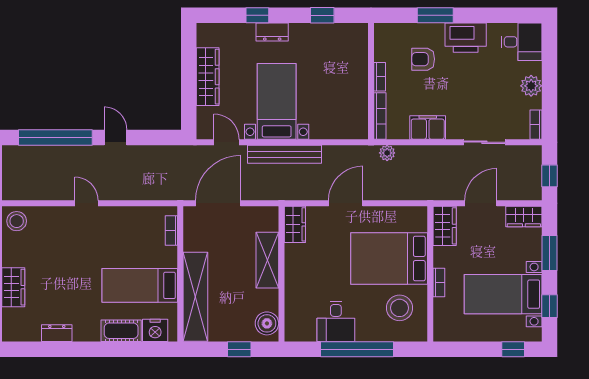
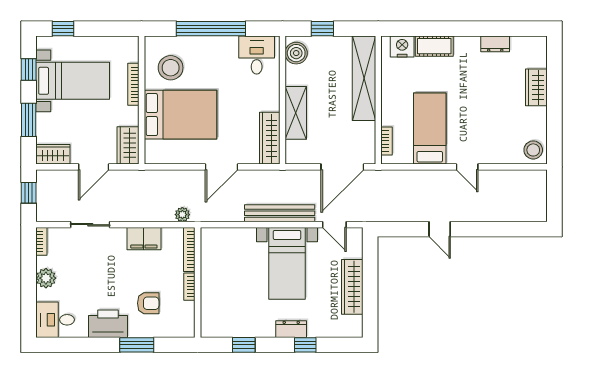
window: (55, 137) -> (497, 229), removed
wardrobe: (295, 224) -> (270, 138), width x1.50
bookcase: (439, 282) -> (133, 84), width x1.56
bed: (140, 285) -> (430, 129), moved, turned -90
desk: (336, 321) -> (257, 55), moved

